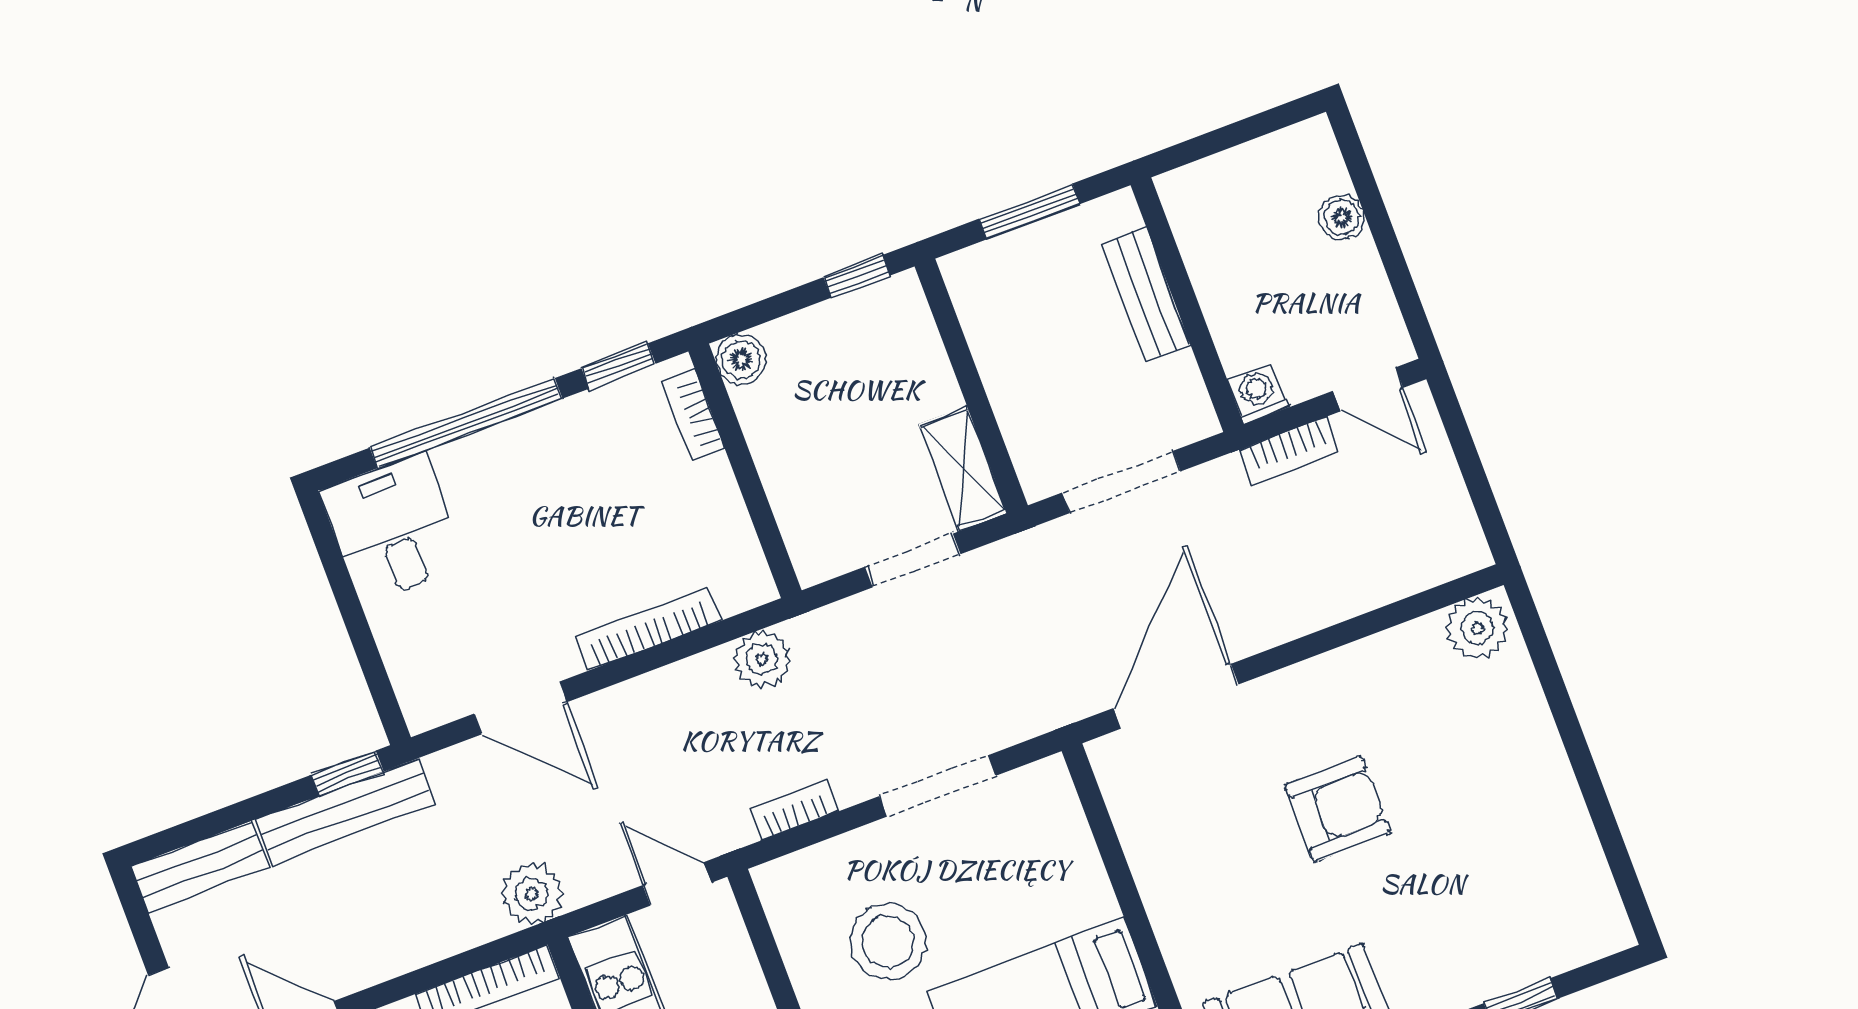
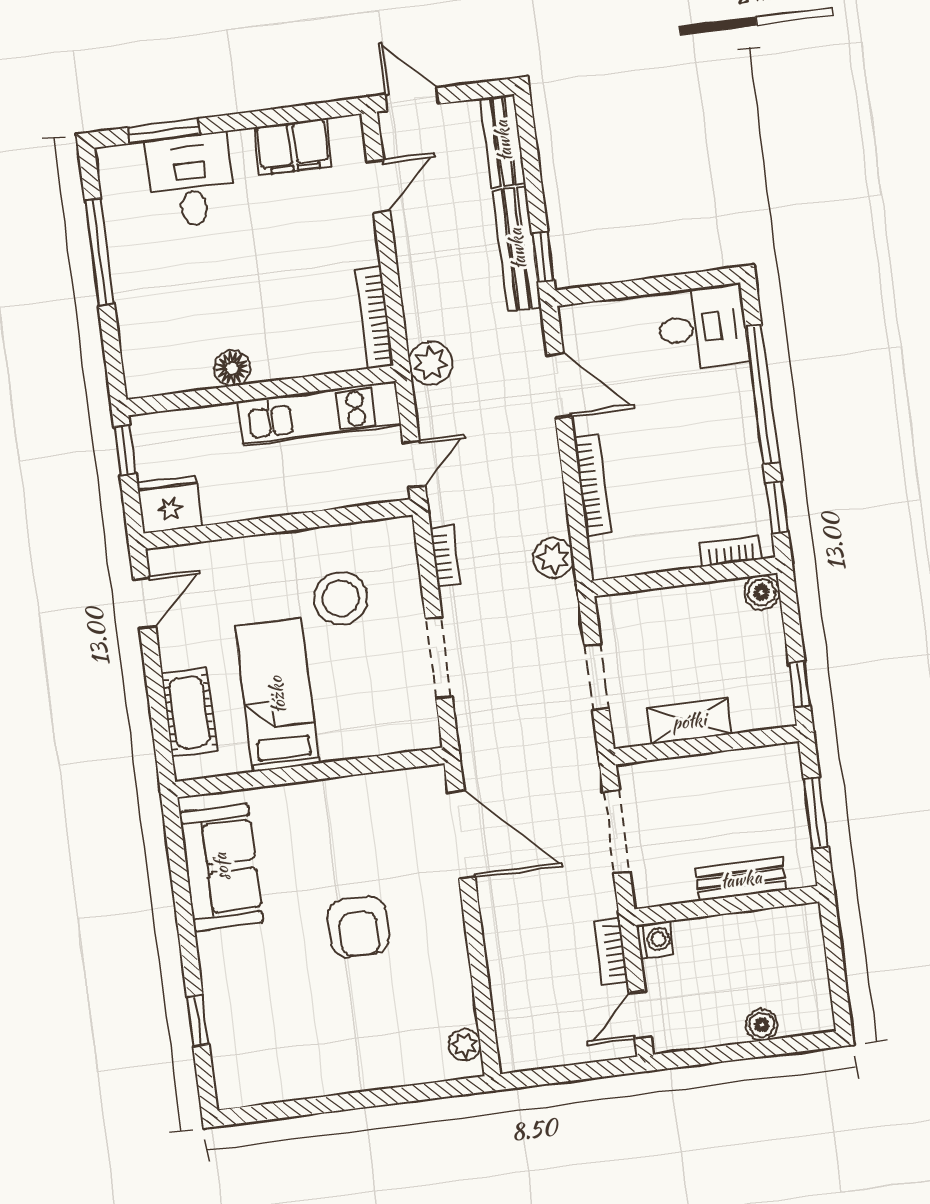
shelving: (963, 469) -> (689, 721), moved
plant: (1477, 628) -> (465, 1045), width x0.73, depth x0.73
door: (520, 708) -> (559, 385), swing flipped

